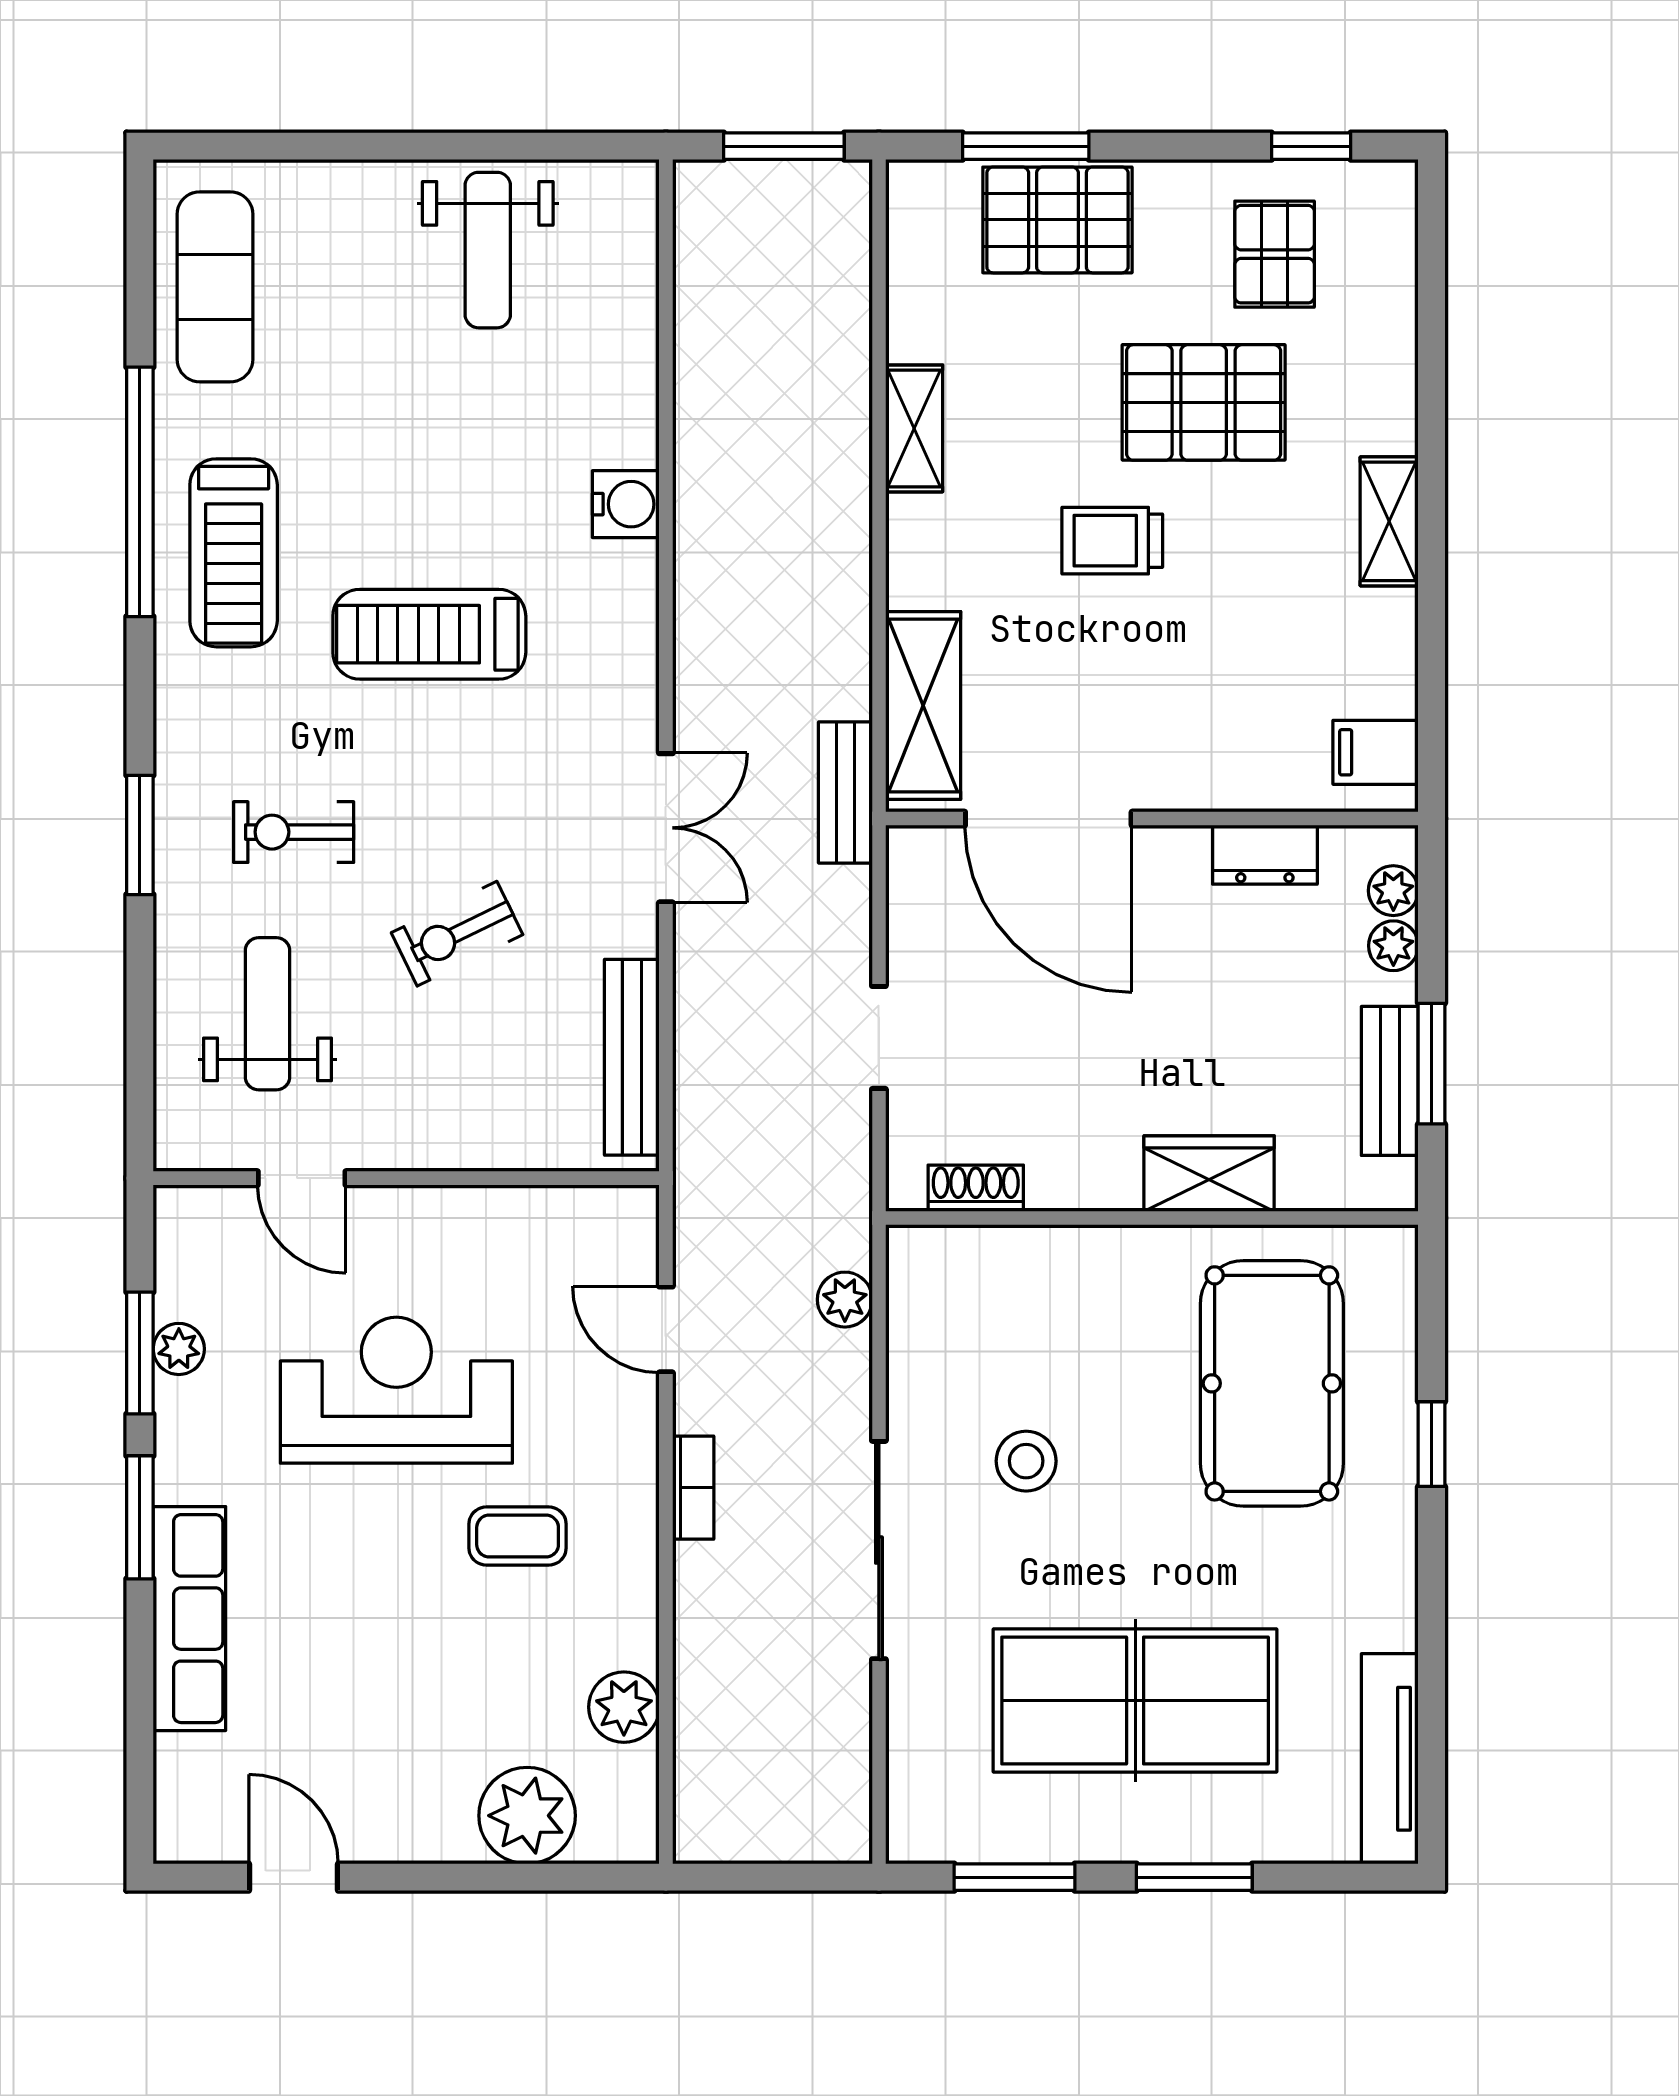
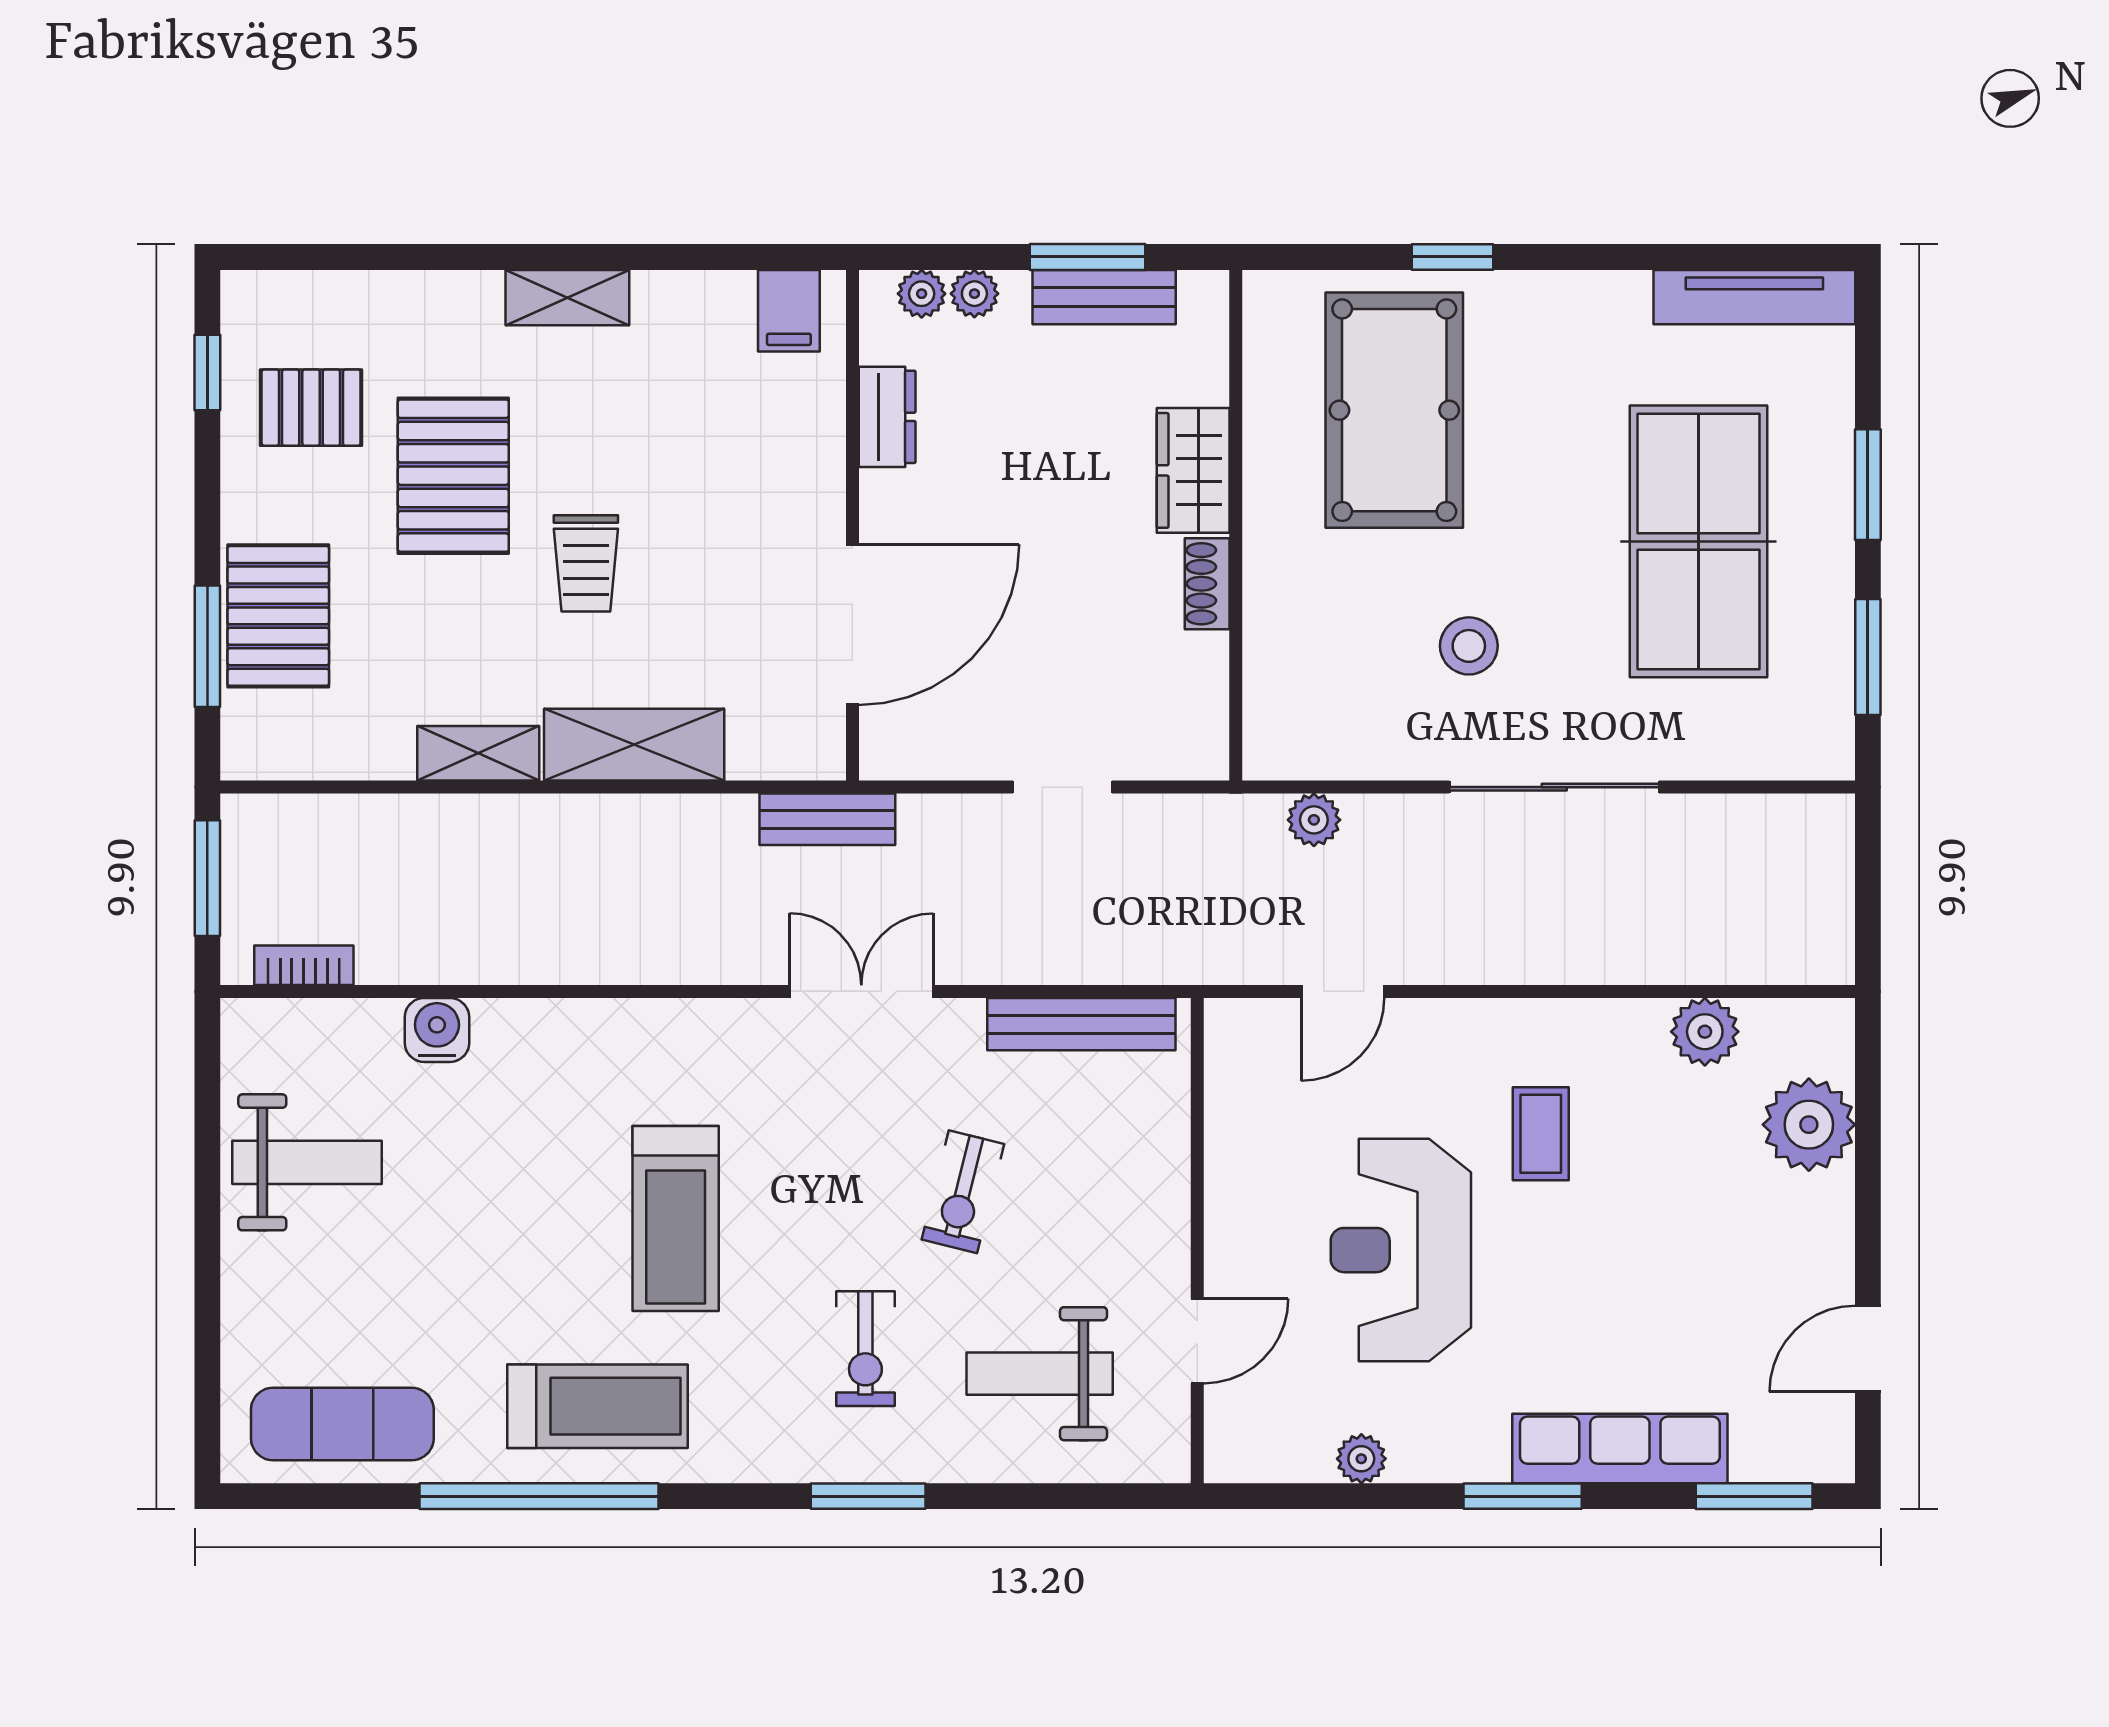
water cooler: (626, 504) -> (437, 1030), moved
shelving: (923, 705) -> (634, 745), moved
exercise bike: (457, 934) -> (963, 1192), turned 40
shoe rack: (976, 1188) -> (1207, 584), moved
window: (140, 1353) -> (1754, 1496), moved
pool table: (1272, 1383) -> (1394, 410), turned 90
bookcase: (693, 1488) -> (304, 965), moved

